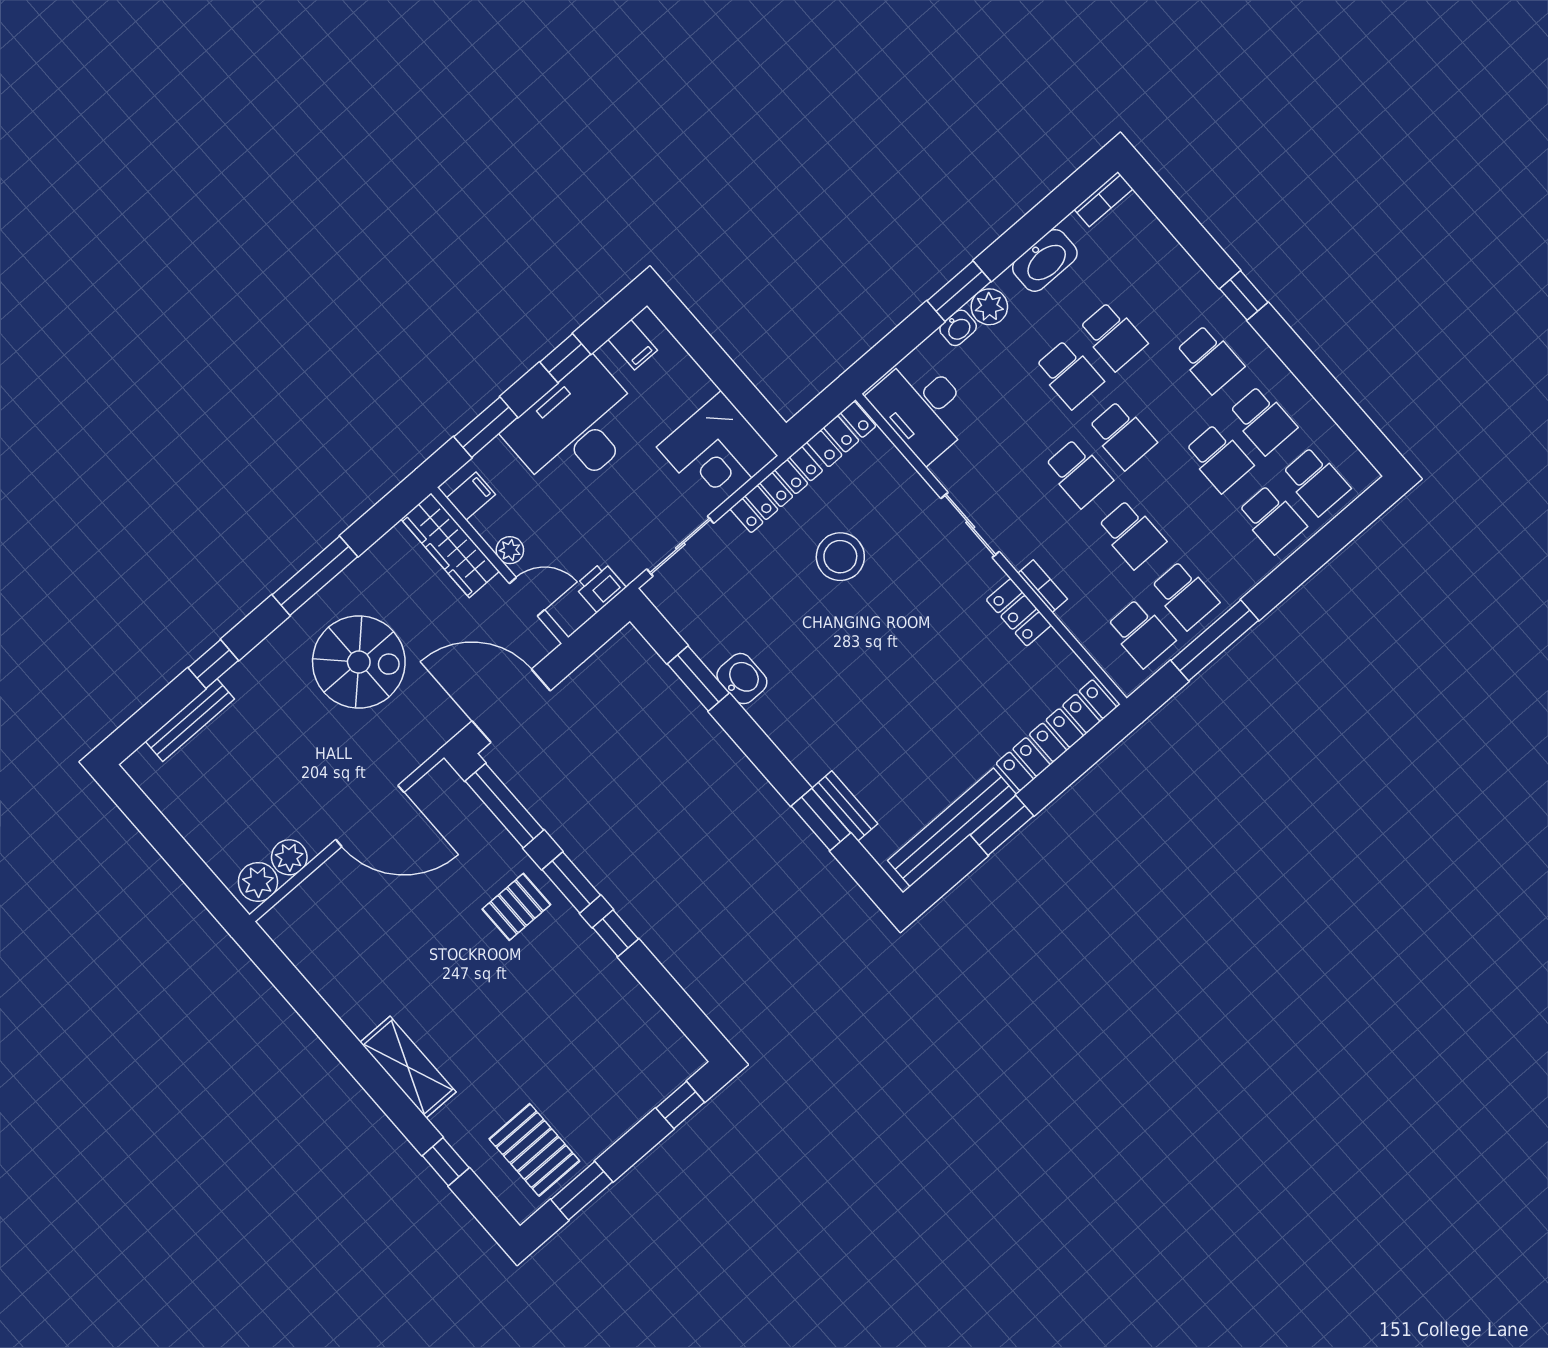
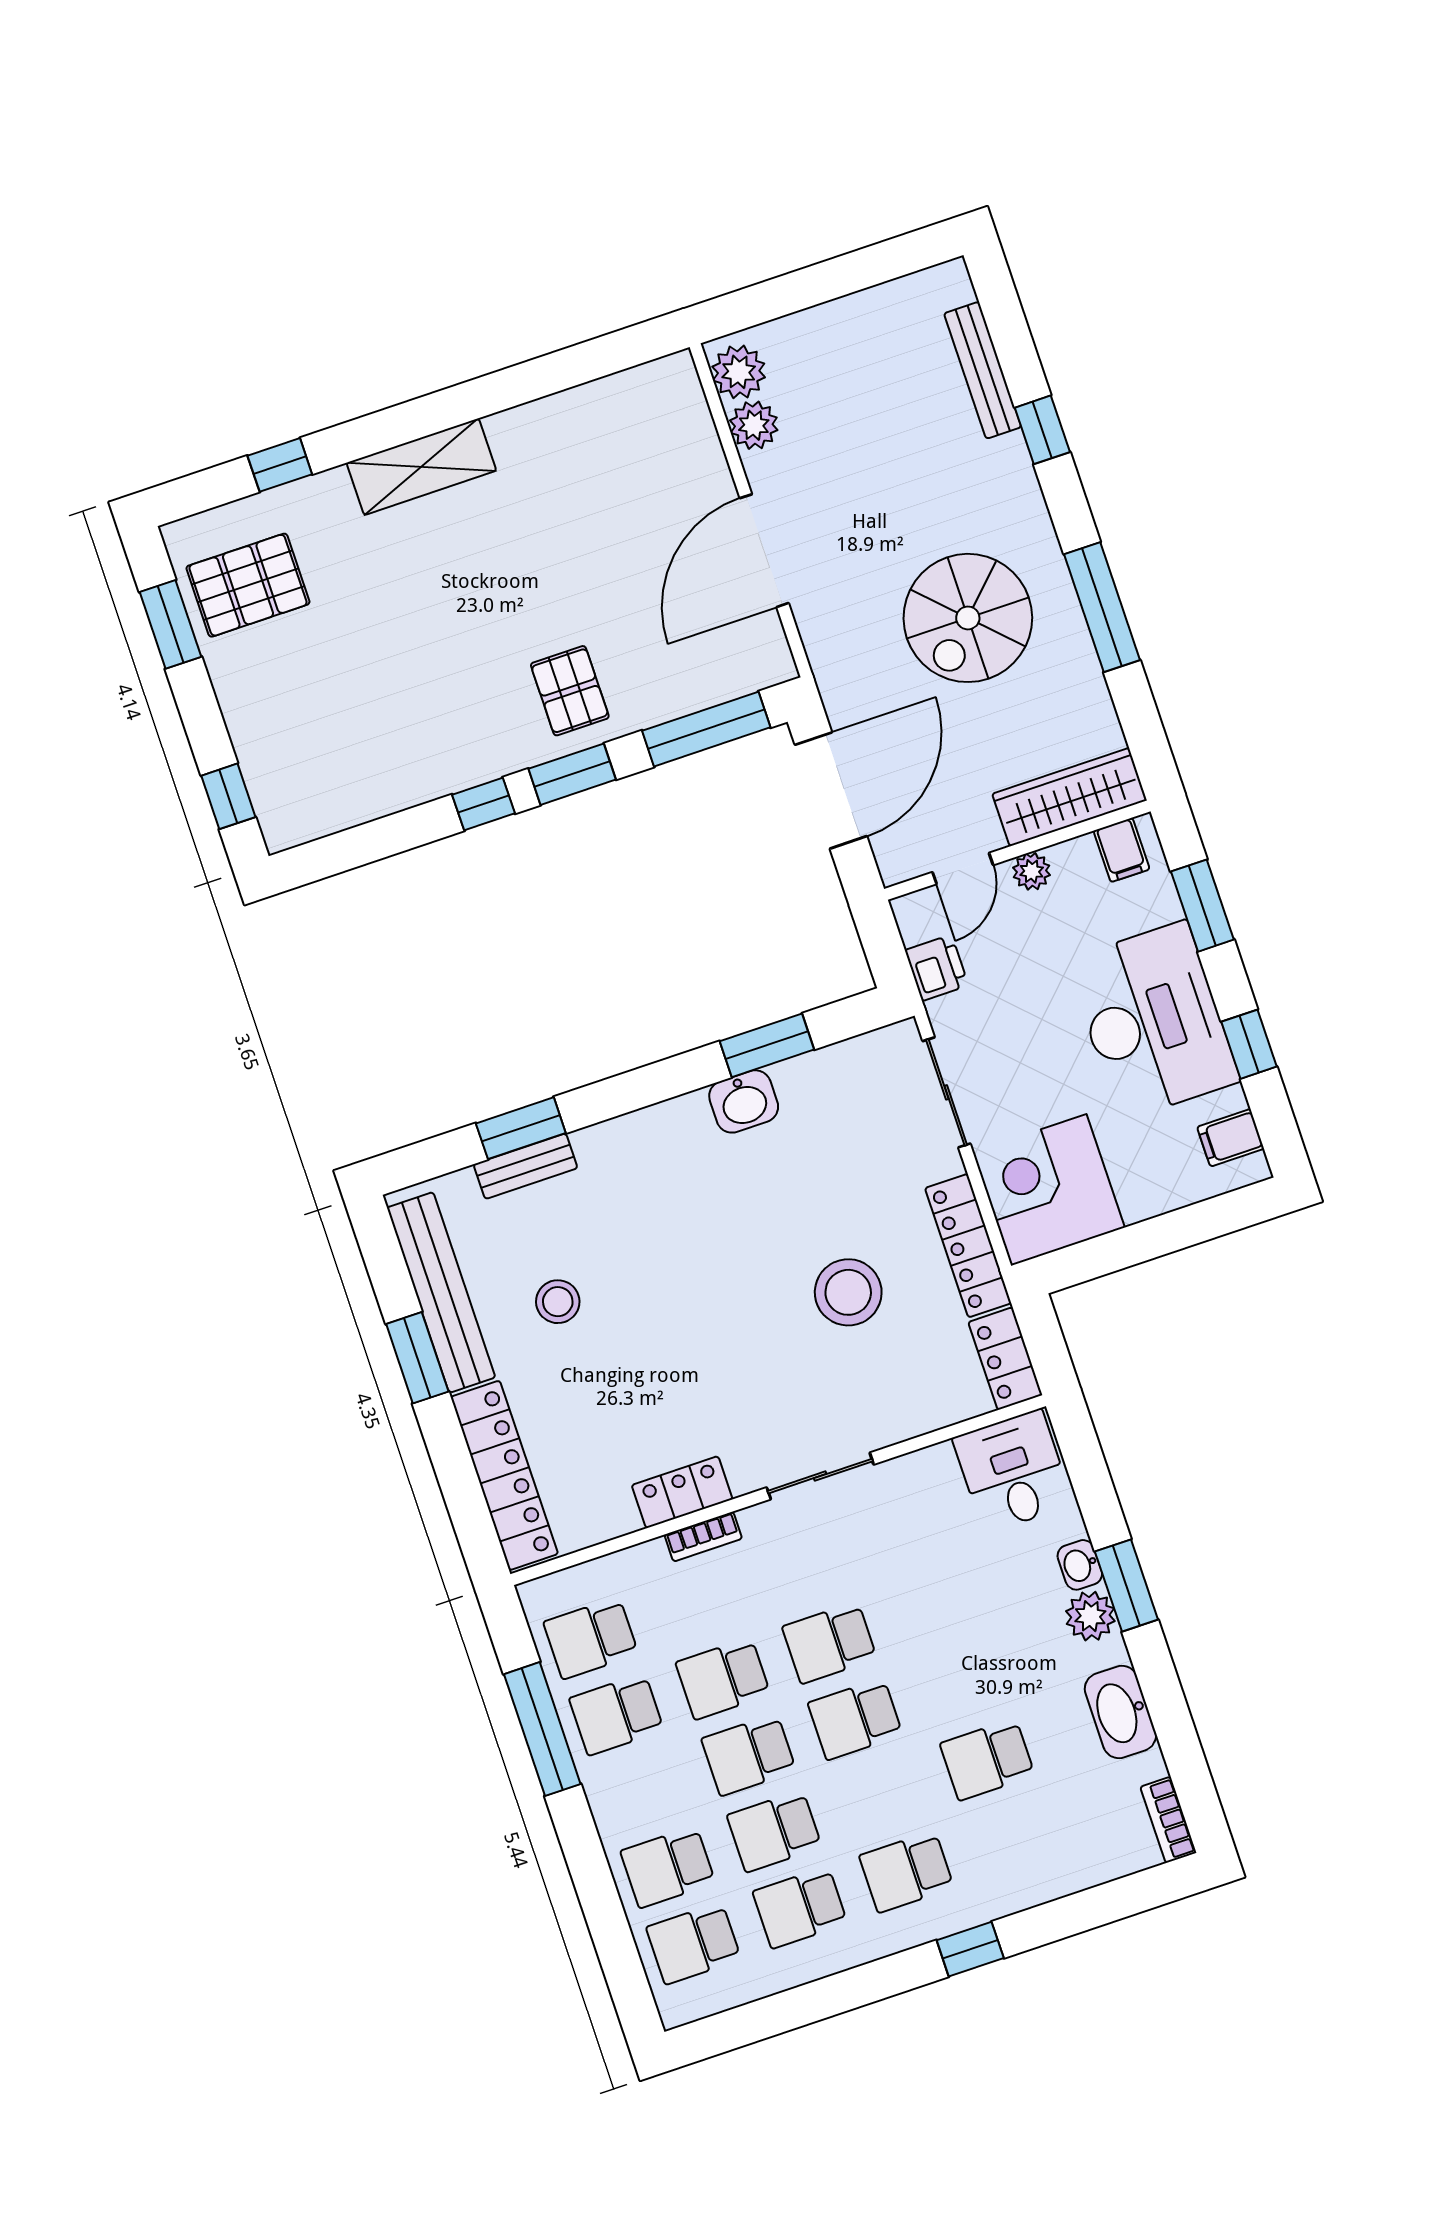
school desk: (1069, 374) -> (749, 1755), moved
desk: (923, 408) -> (1013, 1471), width x0.73
stool: (926, 747) -> (558, 1302), added

